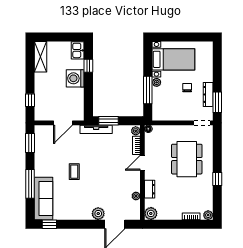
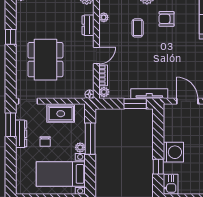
rug: (173, 112) -> (61, 114), added
door: (63, 123) -> (187, 101), hinge flipped
coffee table: (74, 172) -> (138, 28), moved
armchair: (81, 195) -> (167, 19), added

